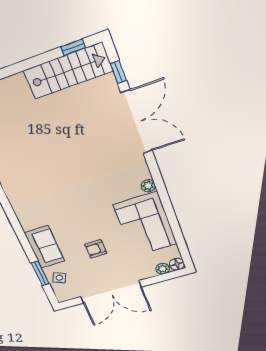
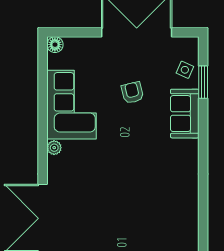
armchair: (96, 249) -> (132, 93), turned -104
plant: (163, 269) -> (72, 44), removed

